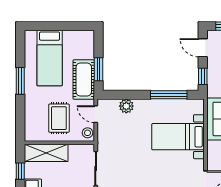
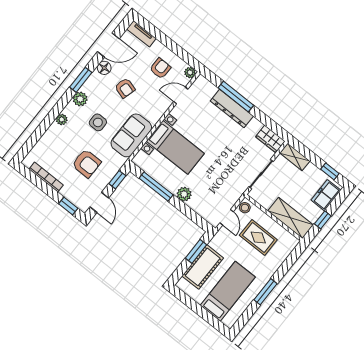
cot: (84, 79) -> (203, 267), moved
plant: (126, 106) -> (184, 194), moved
rug: (59, 118) -> (258, 237), turned 90

